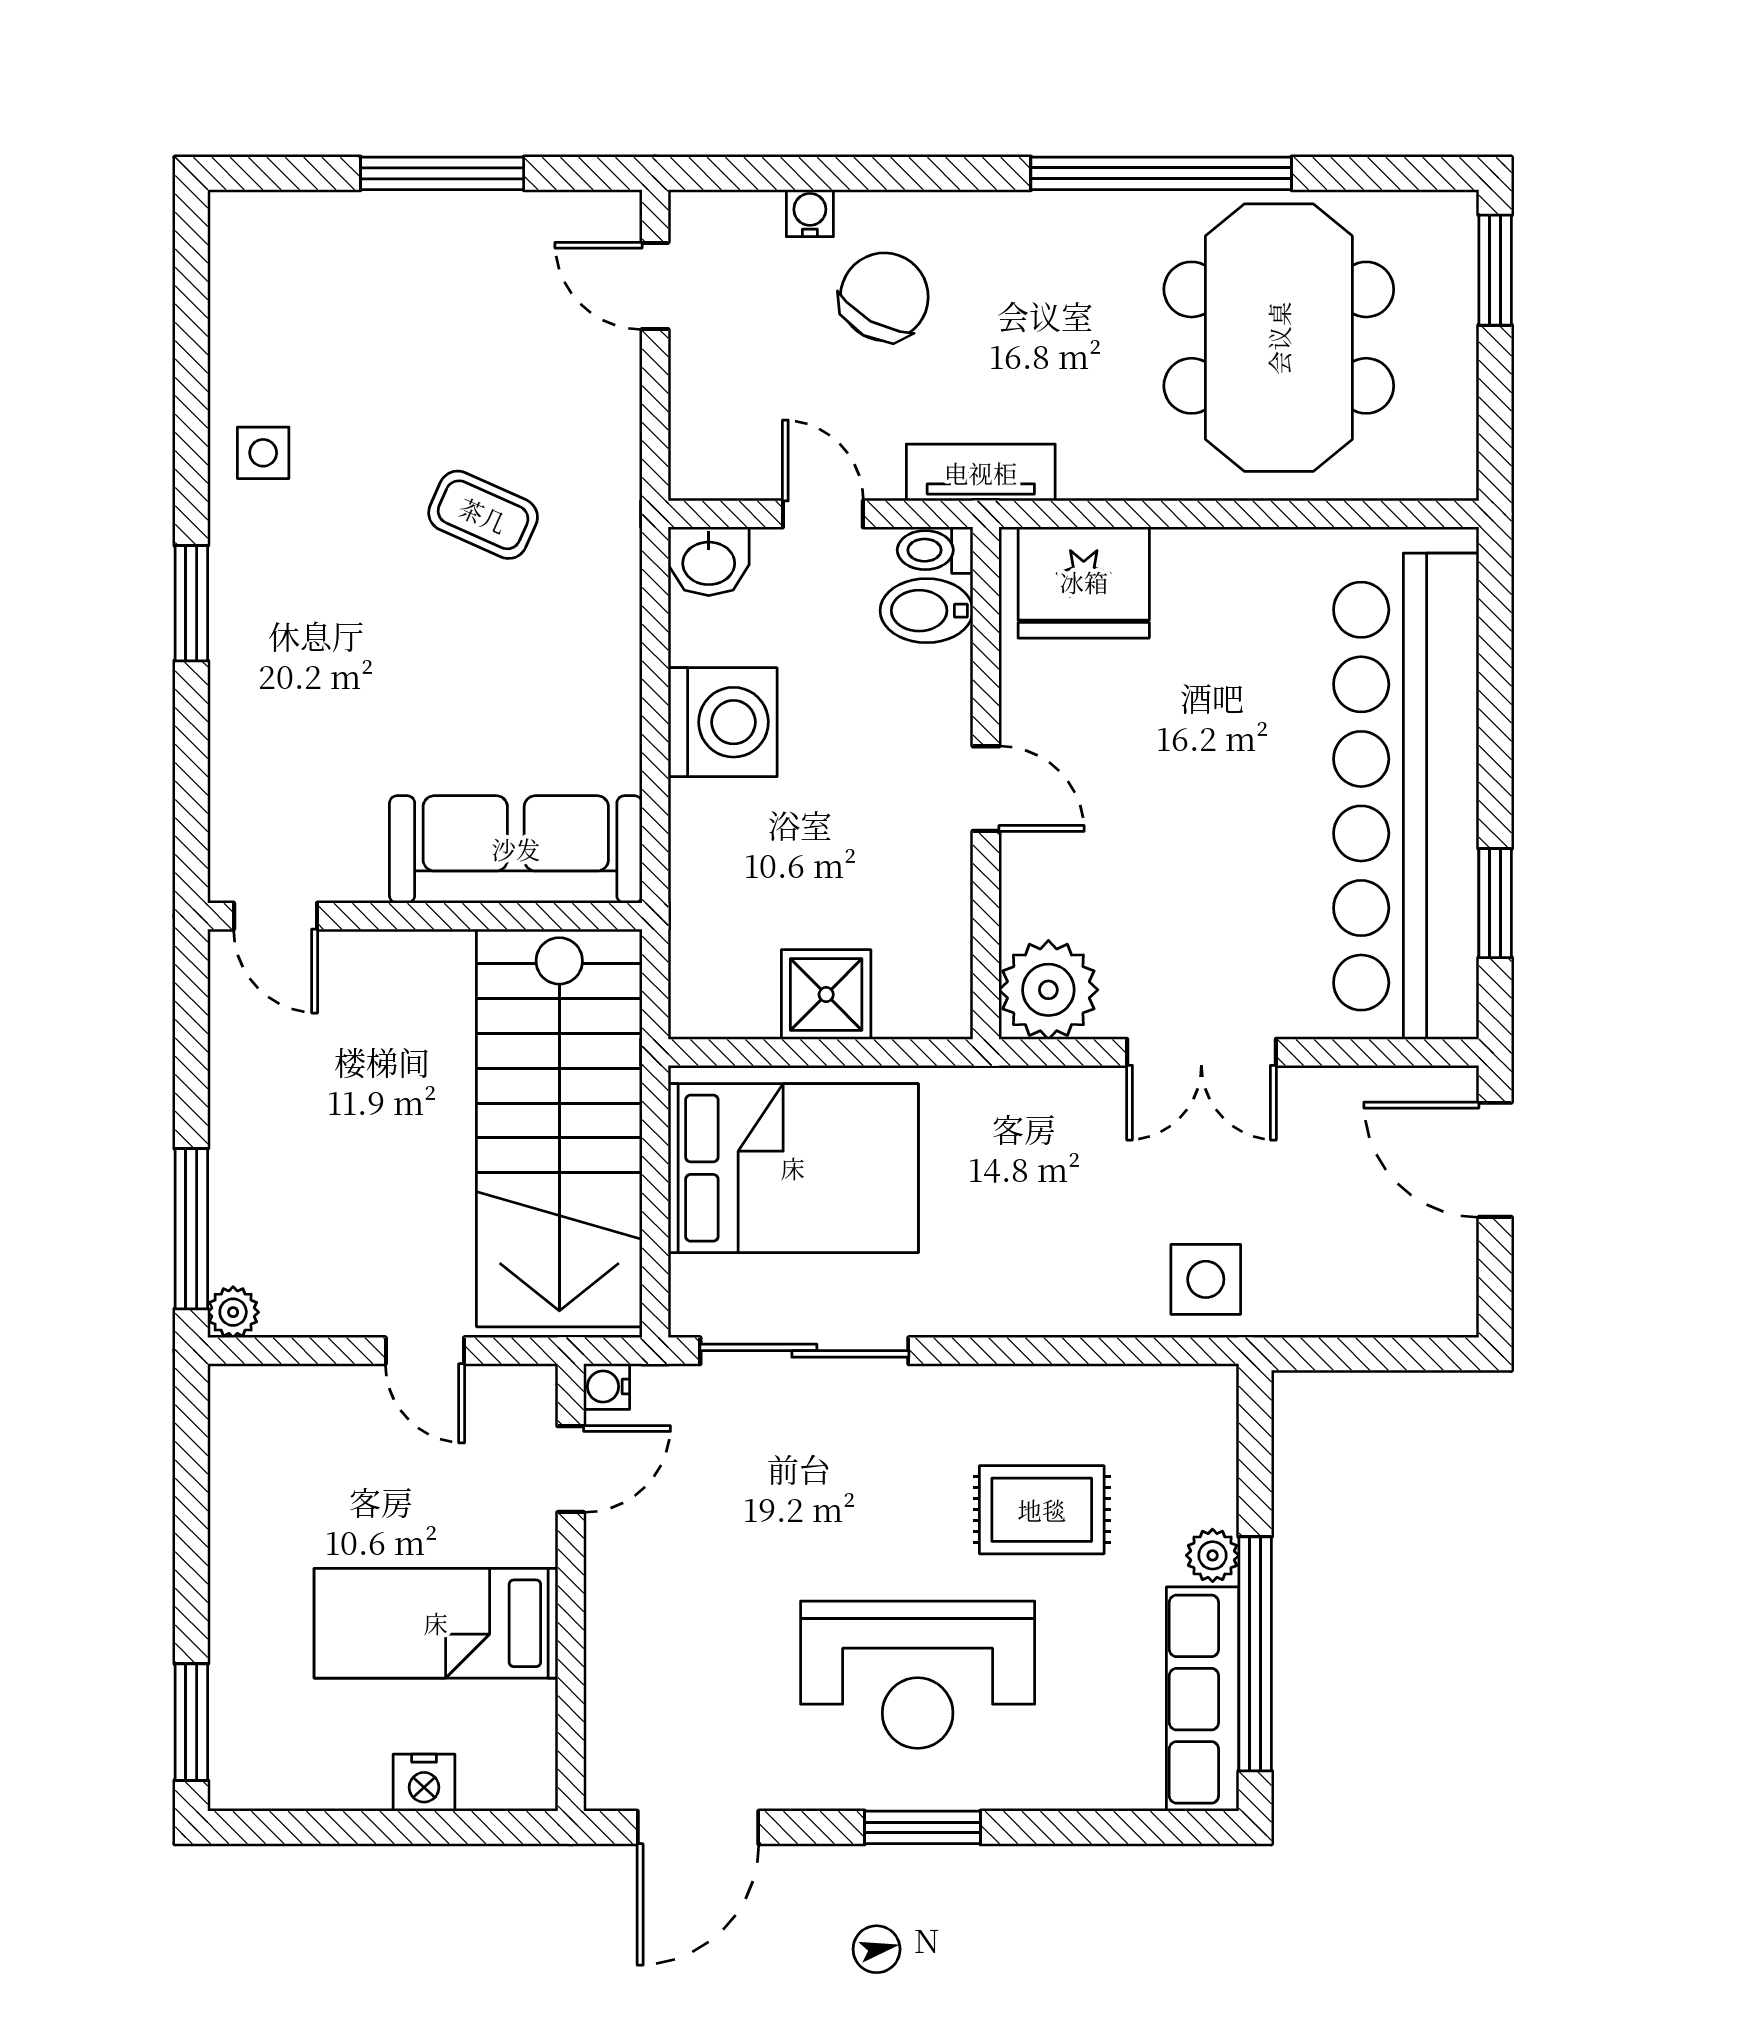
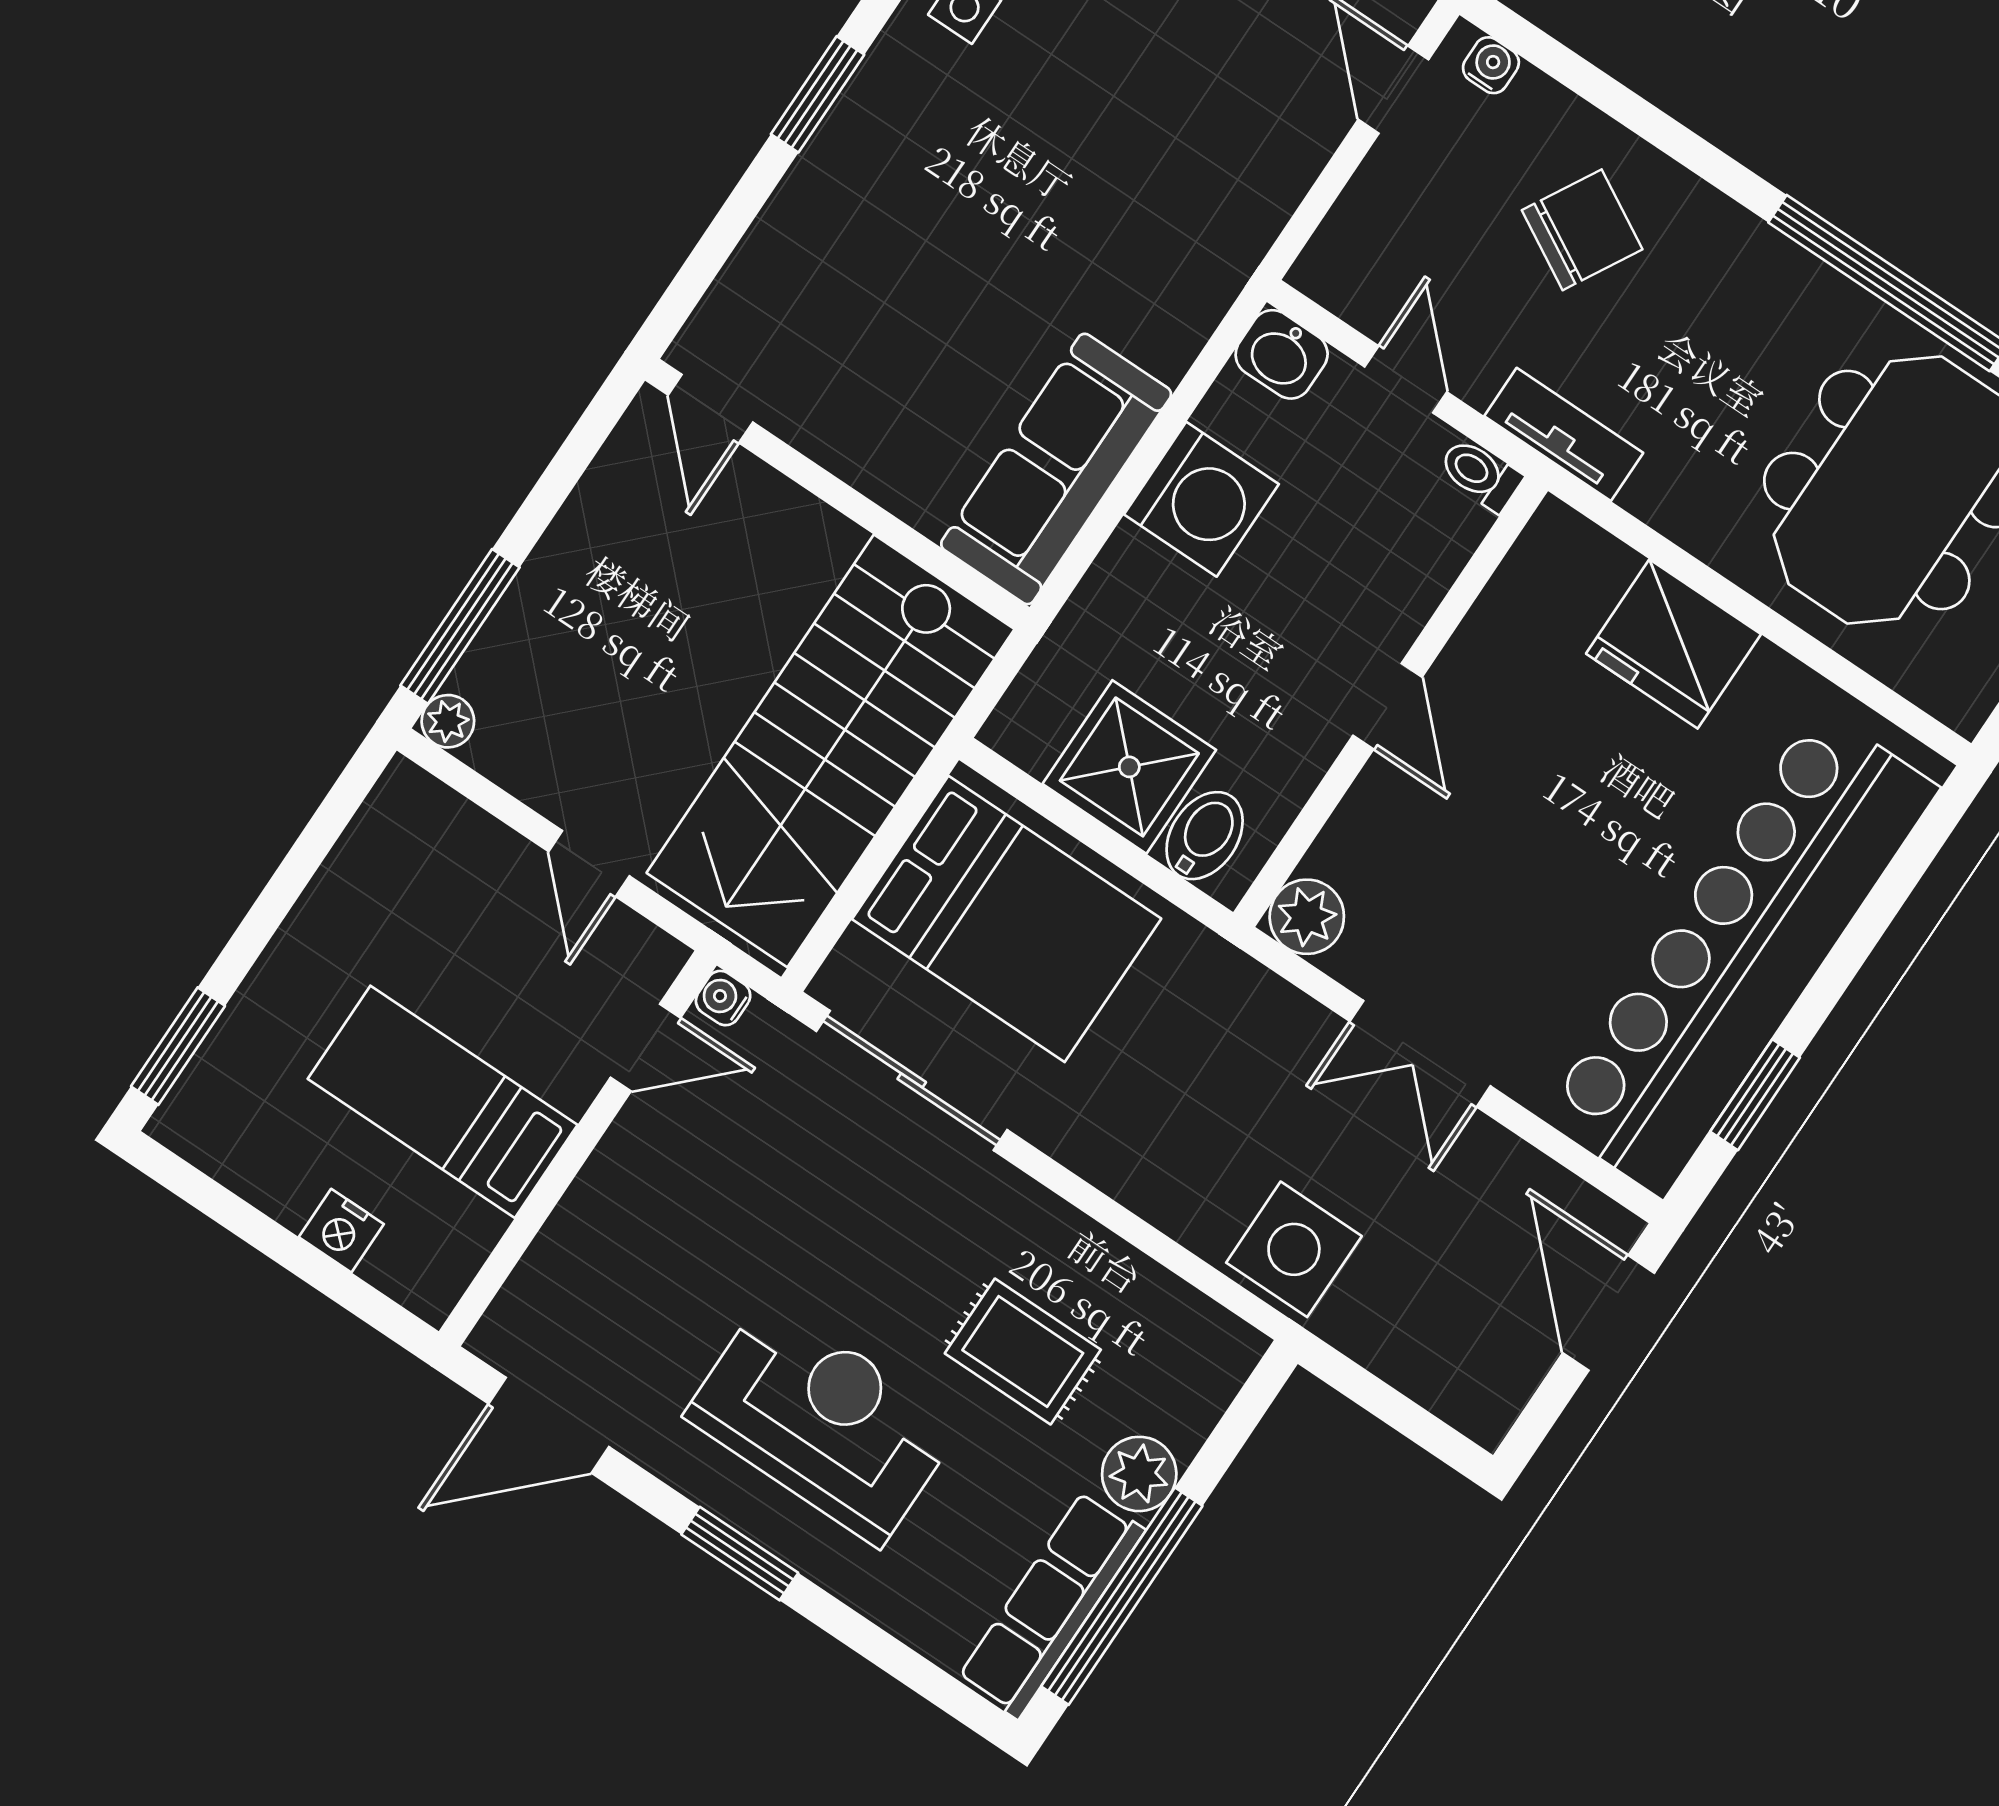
water cooler: (810, 213) -> (1491, 65), moved
coffee table: (483, 515) -> (1116, 186), removed
fridge: (1084, 582) -> (1674, 644), moved
bidet: (927, 611) -> (1205, 836), moved, turned 90
sofa: (516, 849) -> (1056, 469), moved, turned -90
plant: (1048, 990) -> (1307, 917), width x0.73, depth x0.73
shower: (826, 995) -> (1129, 767), width x1.36, depth x1.36
side table: (1206, 1279) -> (1294, 1249), width x1.37, depth x1.37
plant: (1213, 1555) -> (1139, 1474), width x1.38, depth x1.38
reception desk: (918, 1675) -> (823, 1421), turned 180

